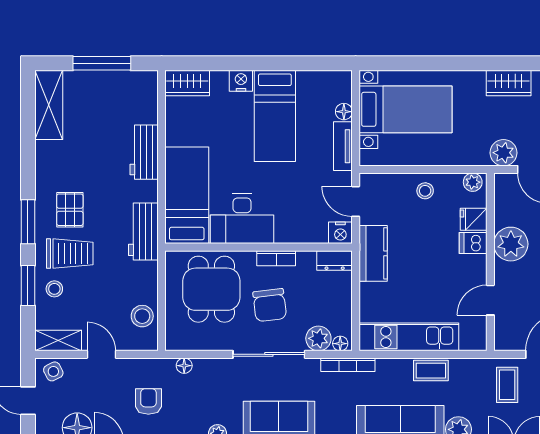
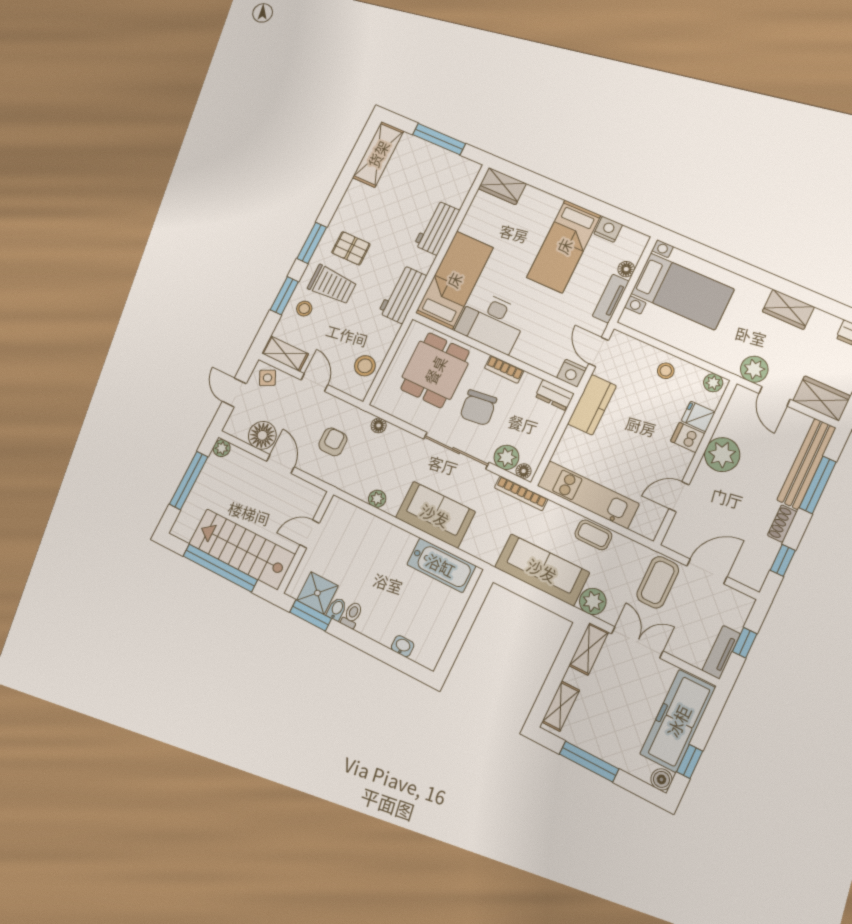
nightstand: (241, 81) -> (608, 229), moved
pallet: (70, 210) -> (351, 248), turned 90
coffee table: (507, 385) -> (658, 582), width x1.36, depth x1.30

